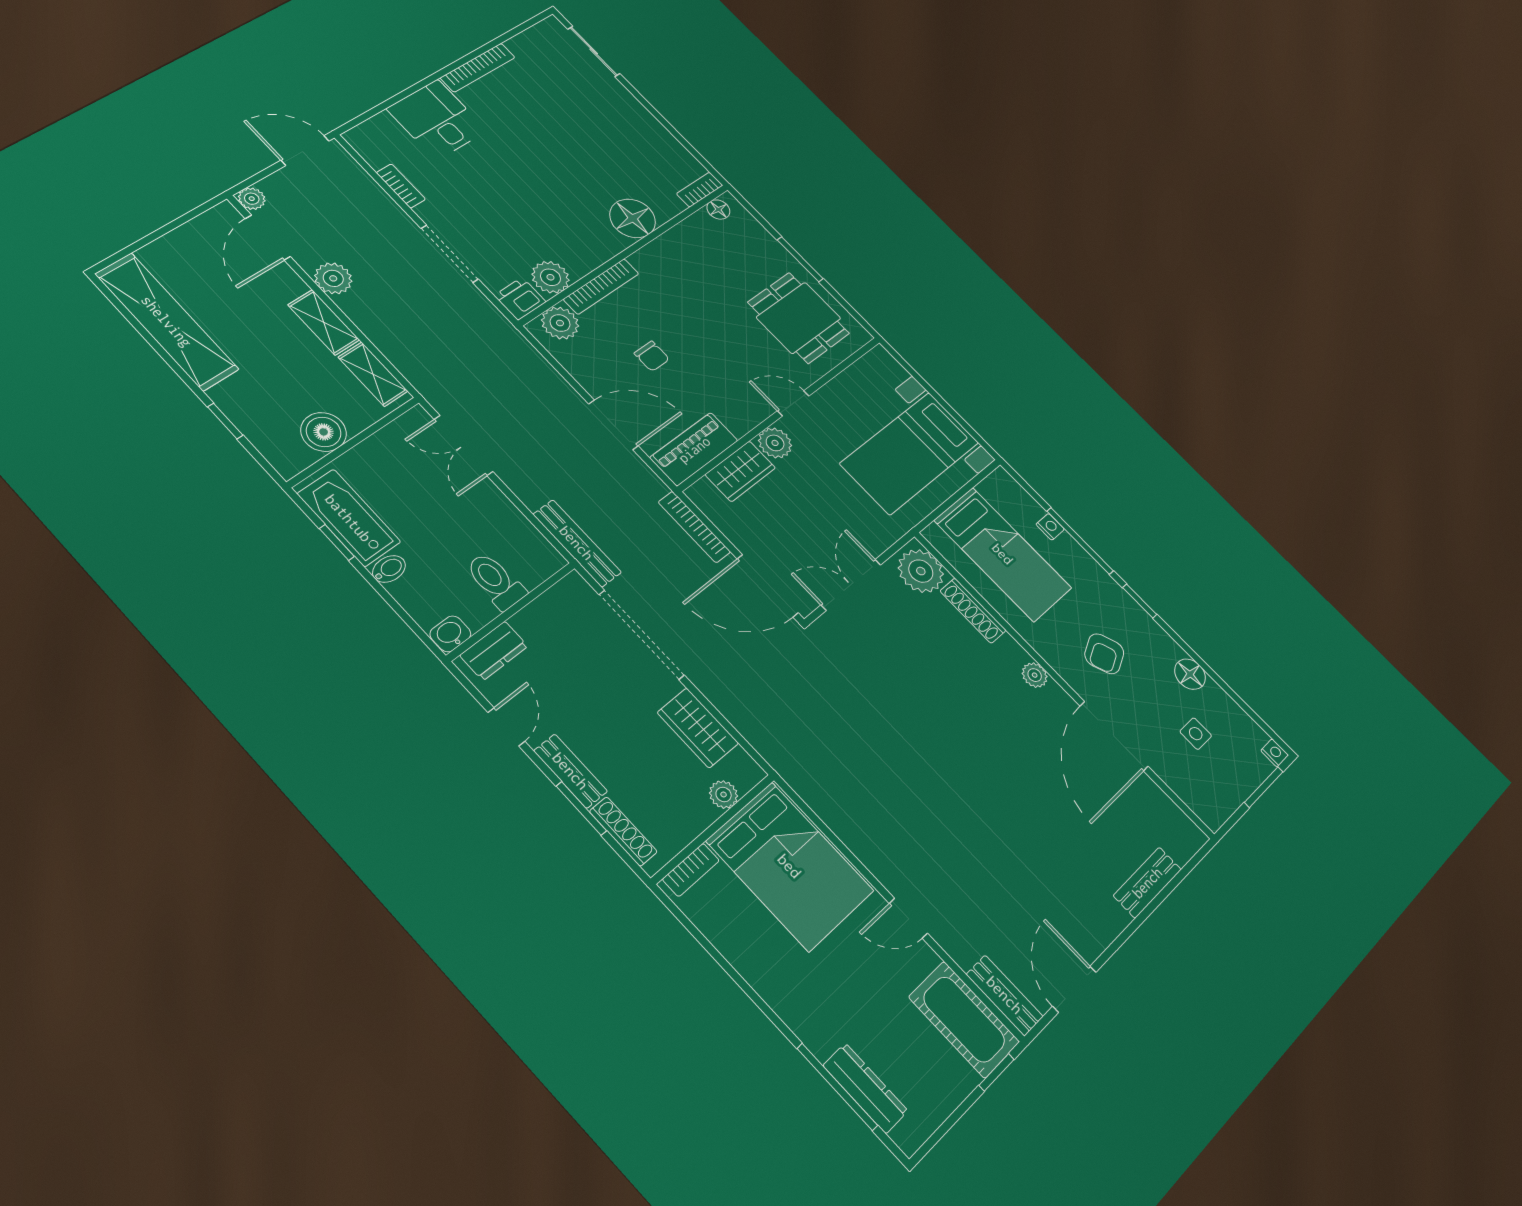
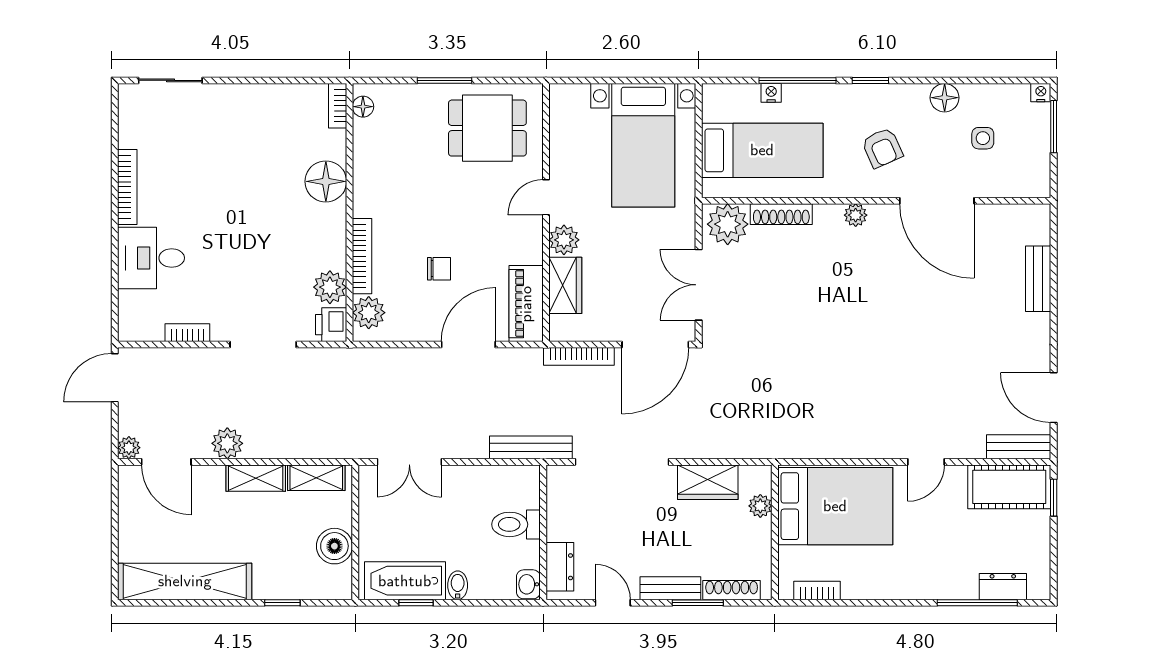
bookcase: (691, 870) -> (817, 591), moved, turned -90
dresser: (865, 1088) -> (1003, 587), width x0.70

